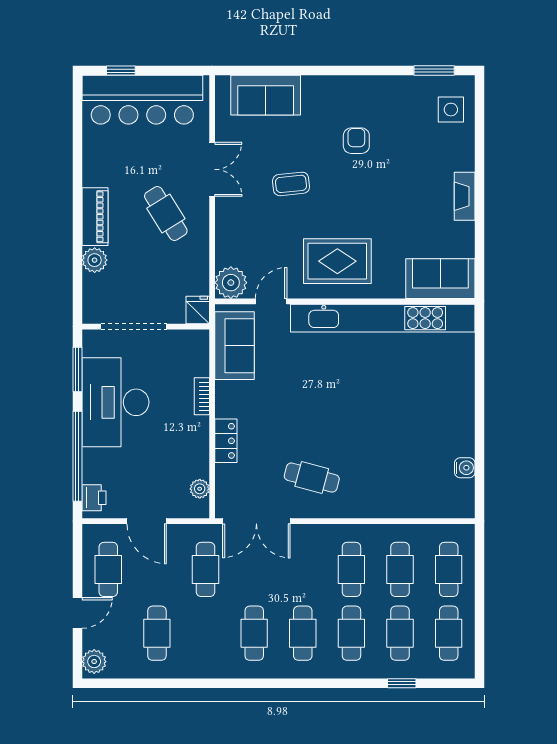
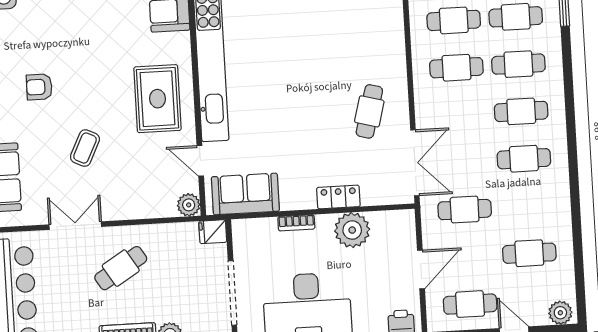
coffee table: (291, 184) -> (85, 148), turned 32
plant: (231, 283) -> (189, 205), width x0.73, depth x0.73
plant: (200, 489) -> (352, 230), moved, width x1.88, depth x1.88

